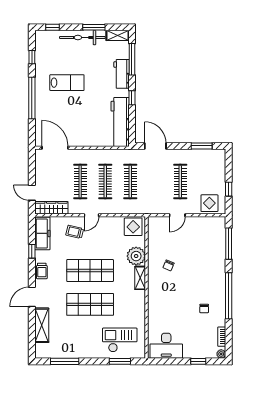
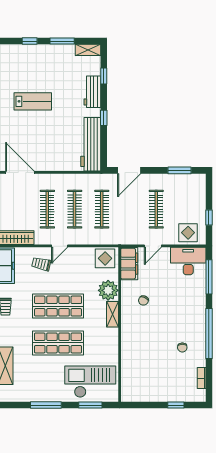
window: (53, 27) -> (30, 41), moved
bicycle: (82, 37) -> (50, 52), removed
window: (132, 59) -> (104, 76), width x0.46
door: (155, 146) -> (129, 170), swing flipped
filing cabinet: (155, 232) -> (129, 264), added
checkout: (120, 340) -> (90, 382), width x1.36, depth x1.21
desk: (166, 346) -> (188, 261), moved, turned 180
plant: (221, 354) -> (201, 397), removed
window: (65, 361) -> (46, 405), moved

